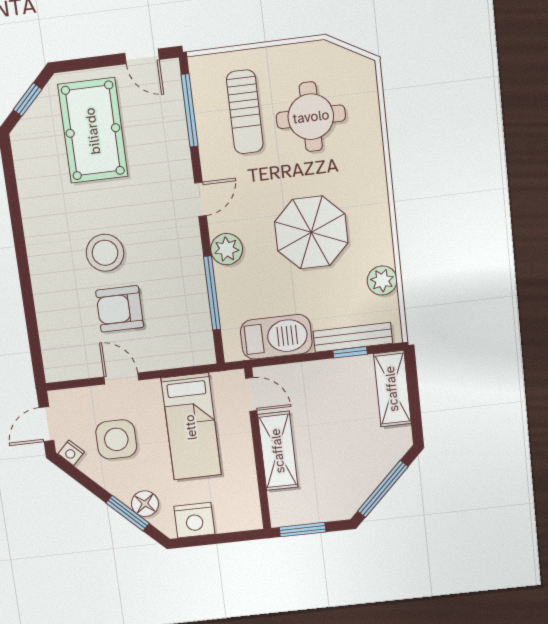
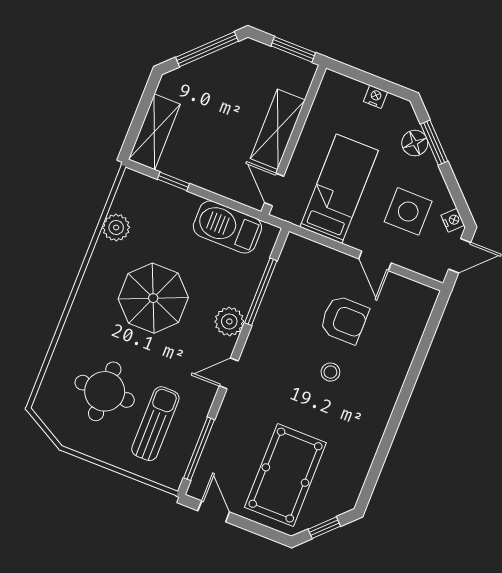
stool: (105, 253) -> (330, 372), width x0.53, depth x0.53
bench: (353, 337) -> (165, 193), removed
nightstand: (194, 520) -> (375, 97), width x0.53, depth x0.56

